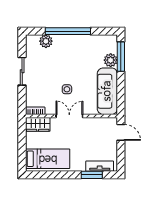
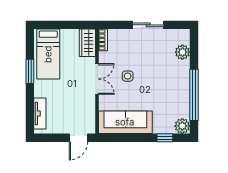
window: (68, 31) -> (194, 95), moved
window: (121, 57) -> (165, 138), width x0.46
plant: (111, 60) -> (182, 126), moved
window: (92, 175) -> (30, 71), moved

